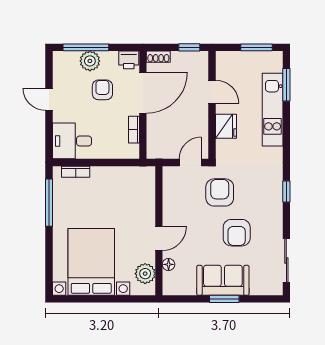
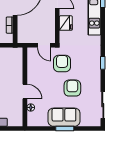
door: (190, 162) -> (44, 45), swing flipped
armchair: (237, 233) -> (72, 88), turned 180
door: (159, 238) -> (25, 92), hinge flipped
plant: (145, 274) -> (16, 113), removed

